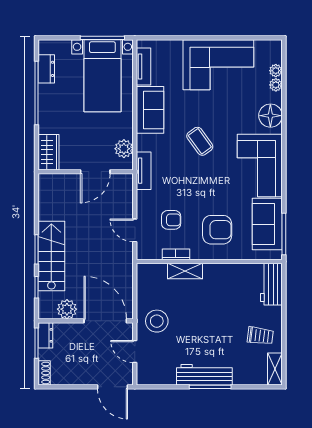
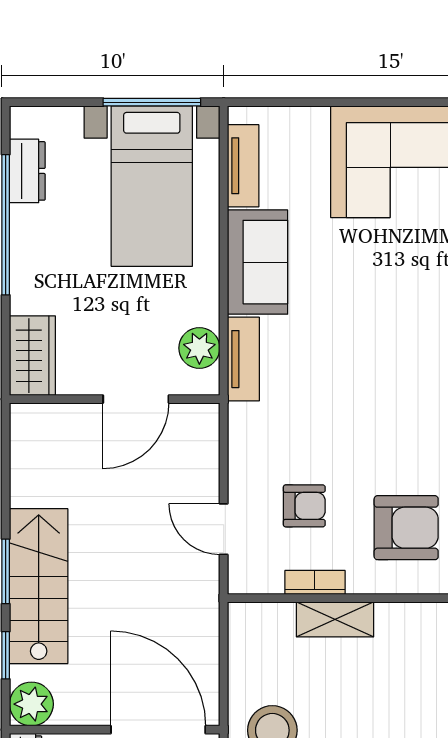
coffee table: (200, 141) -> (368, 332), removed
tv unit: (144, 171) -> (243, 359), moved
plant: (67, 309) -> (31, 704), moved

